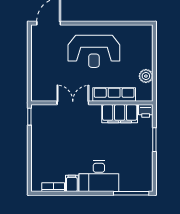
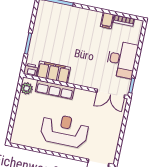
plant: (146, 76) -> (27, 88), moved
double door: (73, 103) -> (111, 94), moved
desk: (99, 176) -> (122, 59), moved, turned 90

